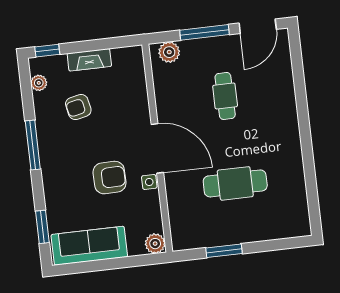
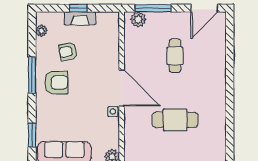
window: (204, 32) -> (153, 8), moved
window: (47, 51) -> (78, 8), moved
armchair: (110, 178) -> (56, 83), moved

